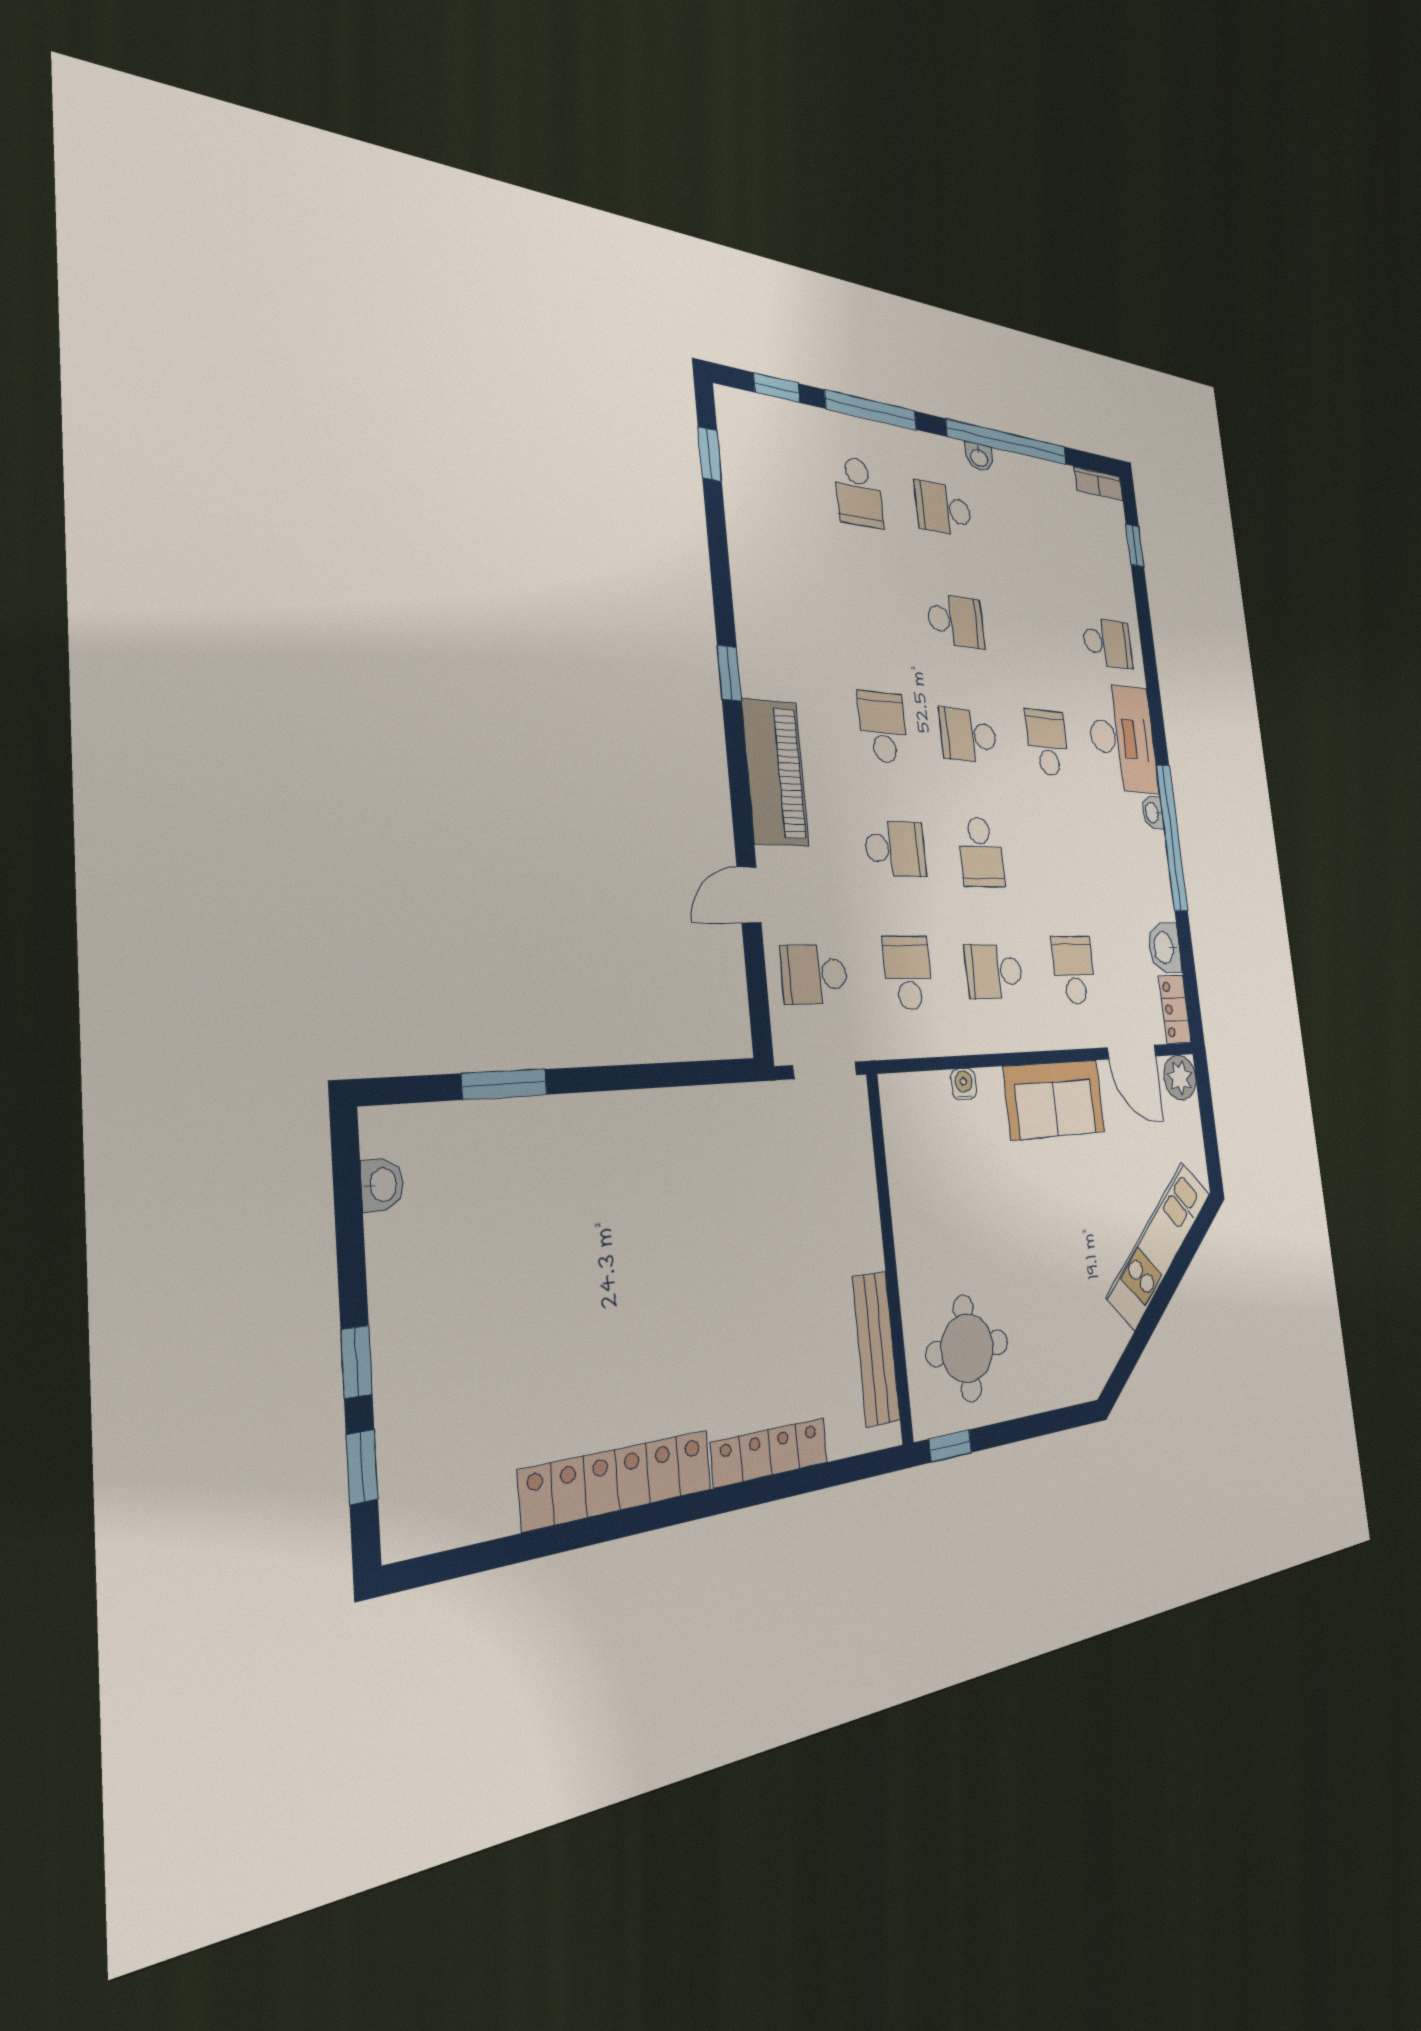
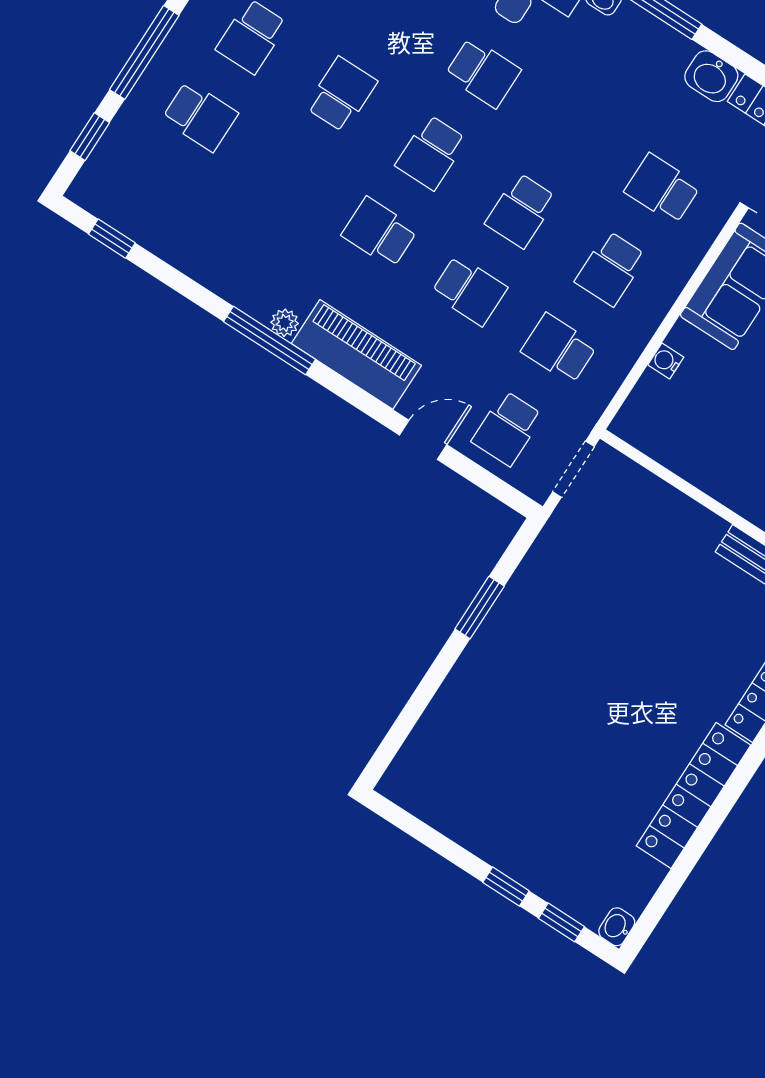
window: (729, 673) -> (269, 340), width x2.17
plant: (754, 679) -> (285, 323), added
school desk: (1047, 743) -> (483, 73), turned 180
school desk: (895, 849) -> (469, 290), turned 90
school desk: (981, 852) -> (521, 211), turned 90
door: (749, 895) -> (423, 440), swing flipped
window: (504, 1084) -> (480, 608), moved
washbasin: (382, 1185) -> (617, 927), moved, turned -90

